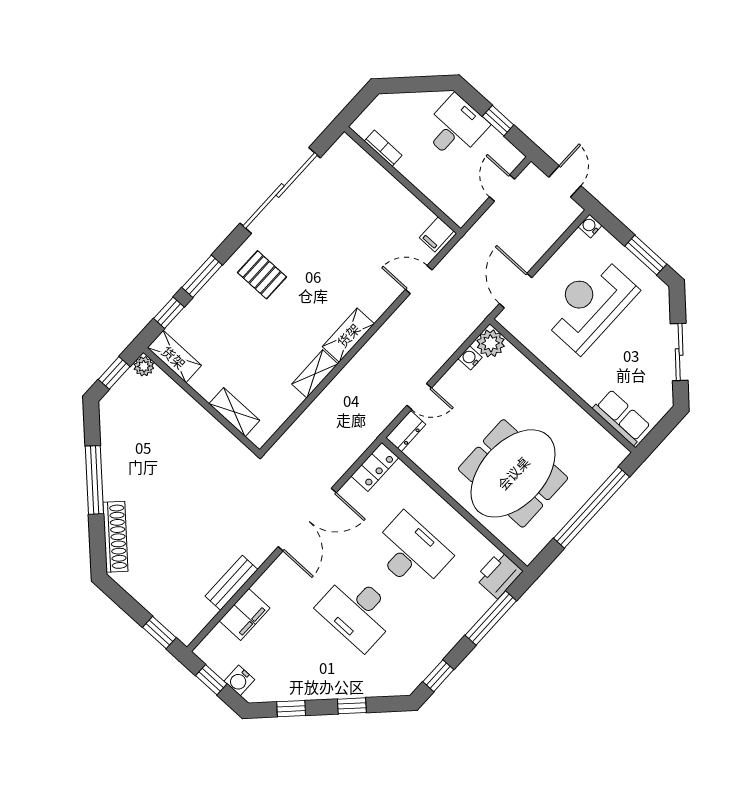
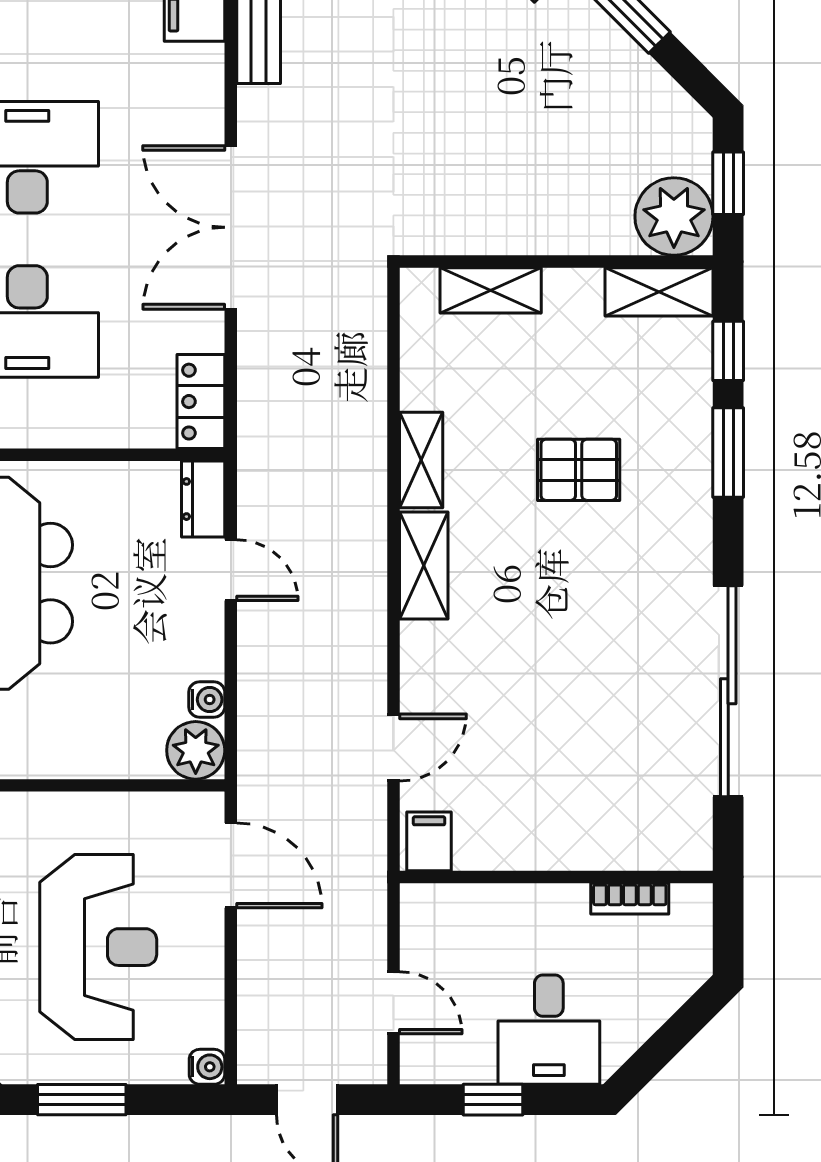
pallet: (262, 275) -> (579, 470), moved
plant: (144, 366) -> (674, 216), width x1.87, depth x1.87
door: (419, 397) -> (231, 570), swing flipped

